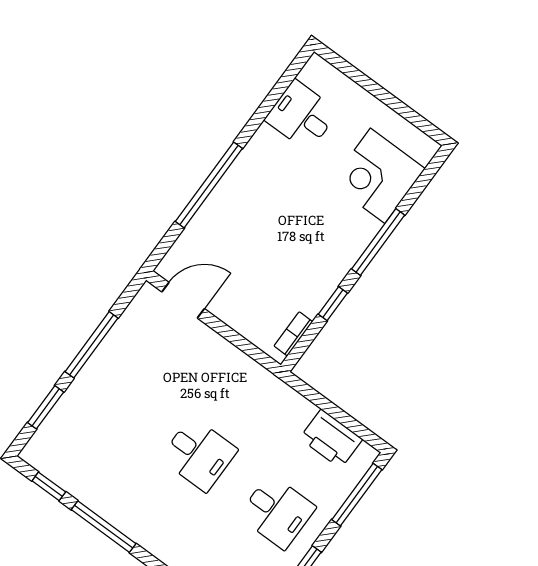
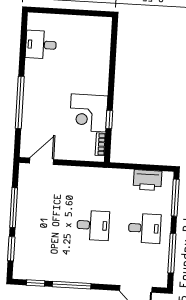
corner desk: (378, 176) -> (89, 113), moved
window: (378, 242) -> (112, 79), removed

